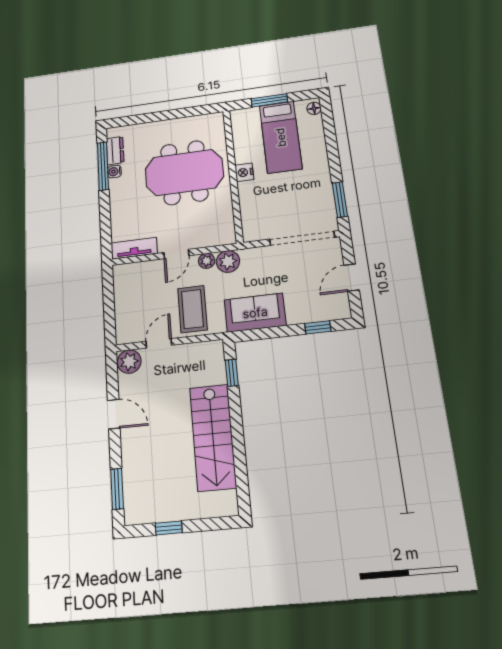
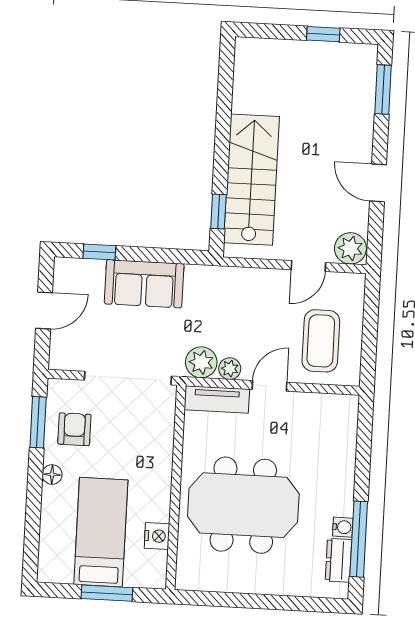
floor lamp: (314, 108) -> (52, 475), moved
nightstand: (244, 172) -> (157, 536), moved
armchair: (312, 200) -> (74, 429), added
doorway: (302, 238) -> (128, 378), moved
tv unit: (134, 248) -> (217, 399), moved
coffee table: (192, 309) -> (321, 341), moved
sofa: (255, 313) -> (144, 284), moved
stairs: (213, 437) -> (252, 180), moved

